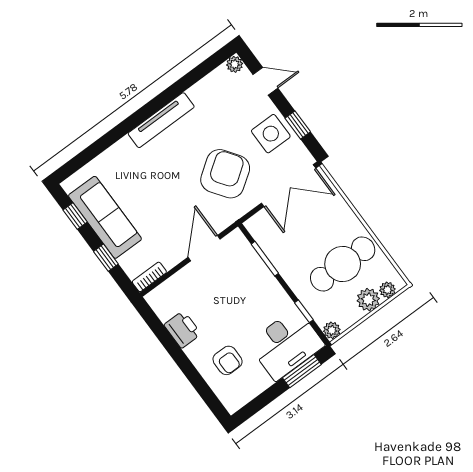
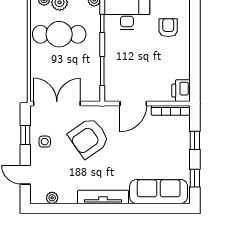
plant: (235, 64) -> (52, 198), moved
side table: (271, 134) -> (45, 142), width x0.54, depth x0.54
sofa: (105, 217) -> (159, 192), moved, turned 90
bookcase: (149, 277) -> (171, 110), width x1.56
printer: (182, 329) -> (181, 91), moved

